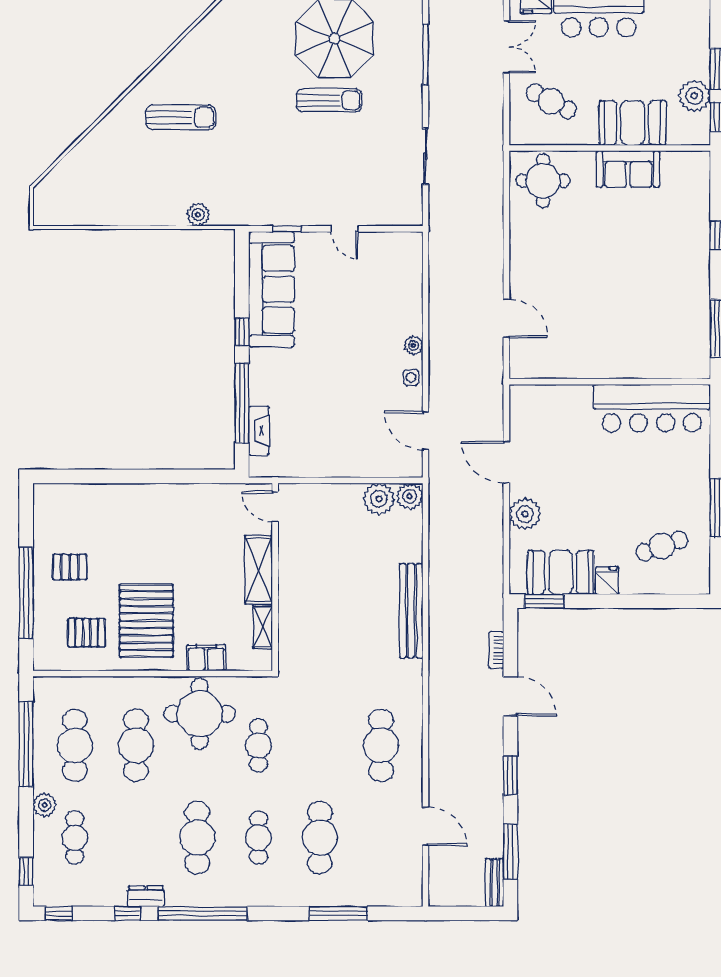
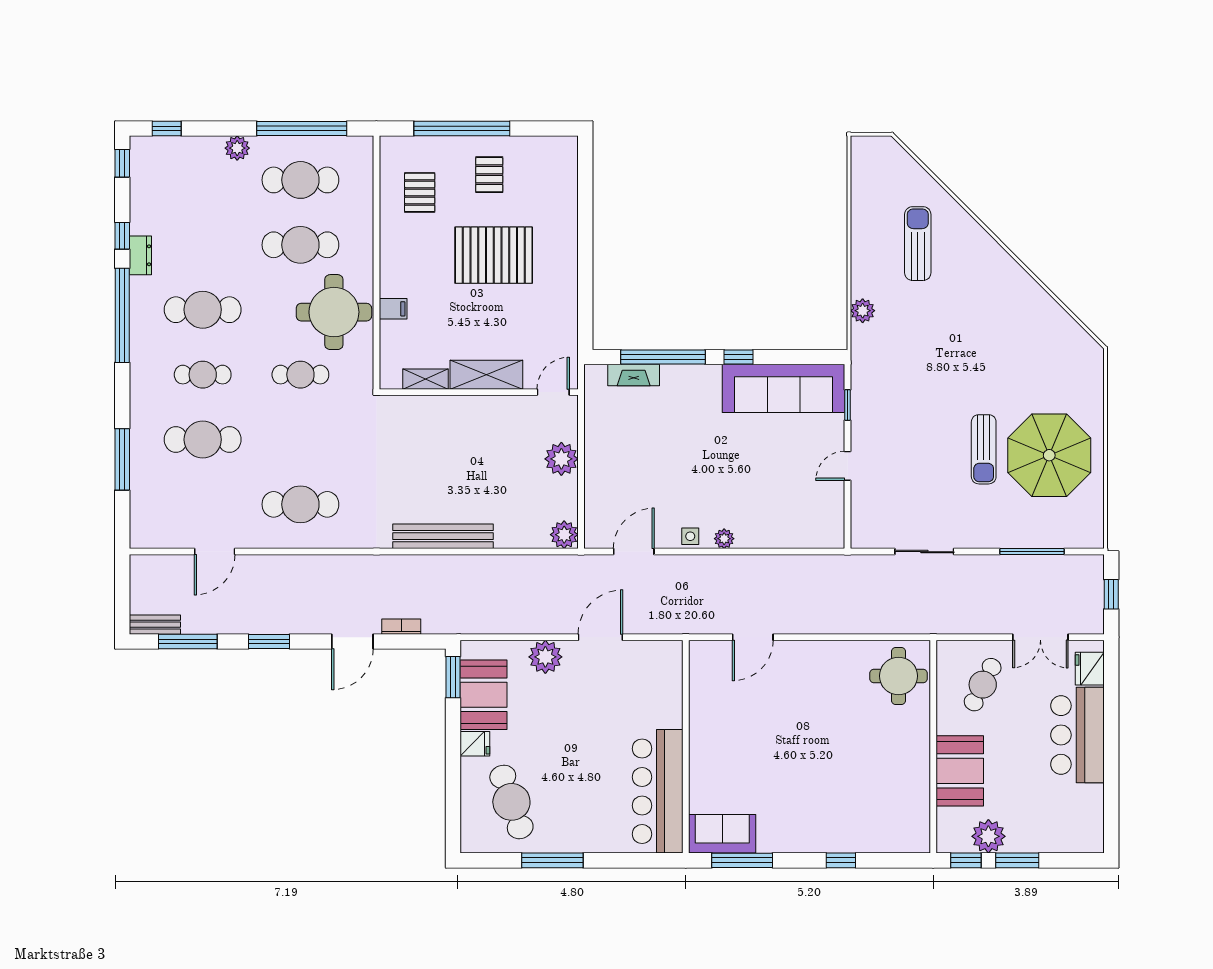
sun lounger: (181, 117) -> (918, 244), moved, turned 180
sofa: (628, 169) -> (722, 834), moved, turned 90
plant: (379, 499) -> (561, 459), moved
cafe table: (662, 546) -> (511, 802), width x1.37, depth x1.35
pallet: (146, 621) -> (494, 255), moved
filing cabinet: (206, 658) -> (393, 309), width x0.50
cafe table: (75, 838) -> (203, 180), removed

